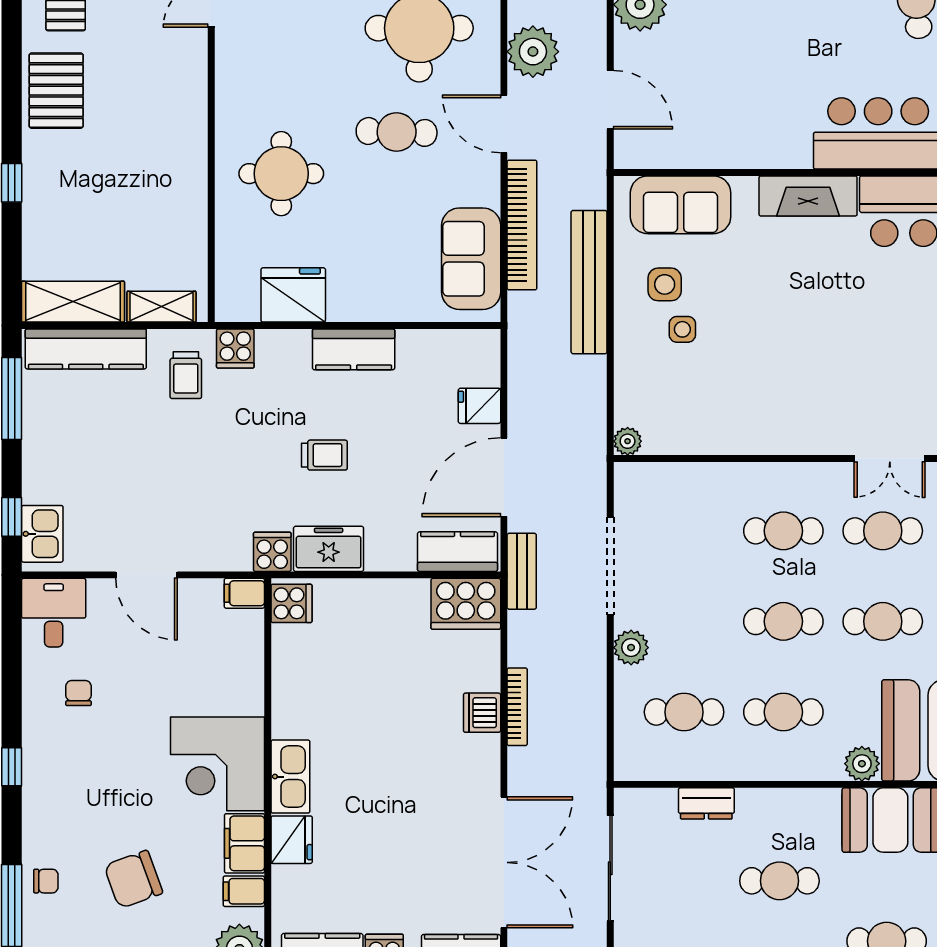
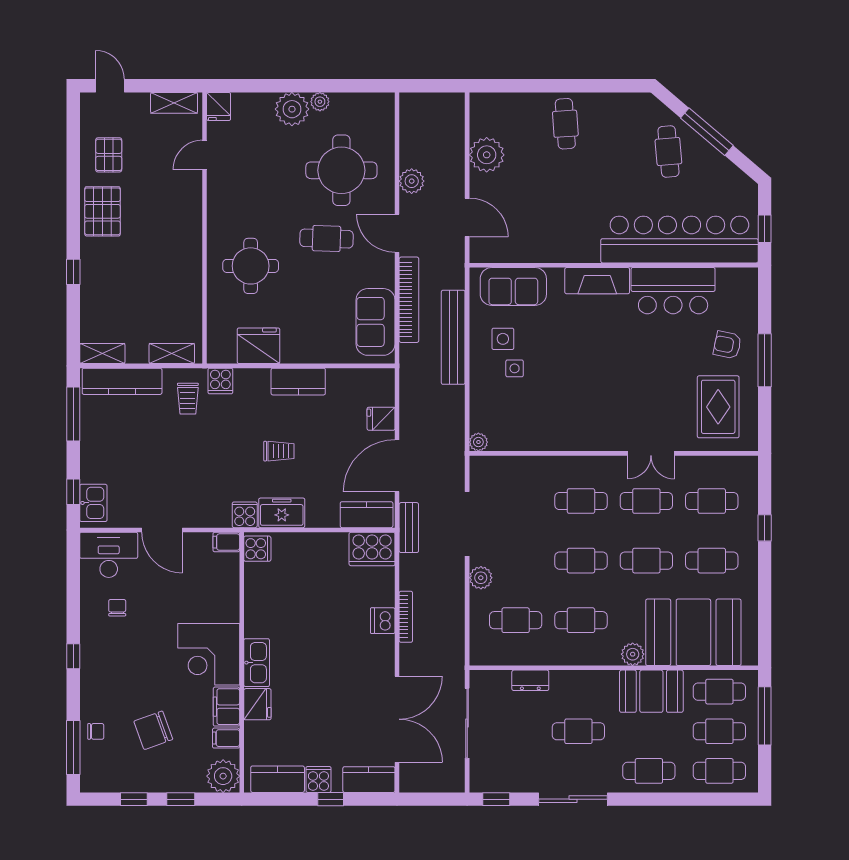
plant: (533, 52) -> (412, 181), width x0.73, depth x0.73
shelving: (73, 302) -> (102, 354), width x0.67, depth x0.75
desk: (54, 613) -> (109, 555), width x1.37

